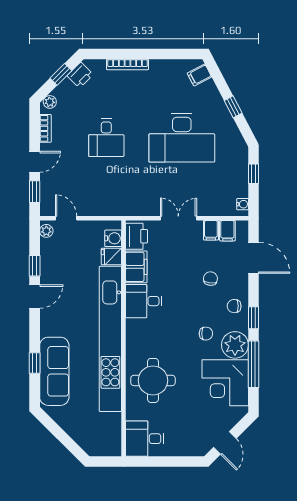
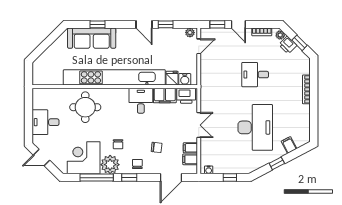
printer: (80, 75) -> (288, 45), moved
filing cabinet: (199, 75) -> (289, 145), moved
desk: (182, 138) -> (255, 127), turned 180
desk: (145, 439) -> (46, 122), moved, turned -90

